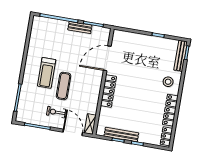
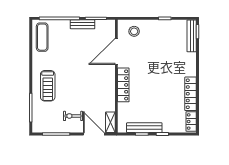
treadmill: (47, 73) -> (48, 86), moved
stool: (168, 82) -> (134, 31), moved
exercise mat: (64, 86) -> (42, 37), moved

